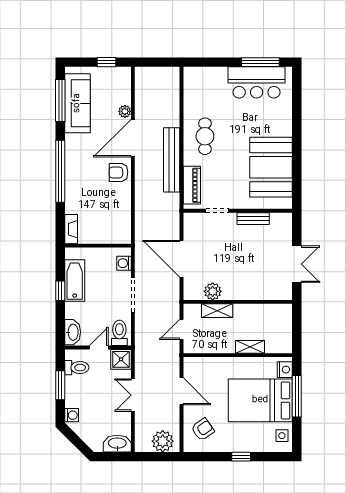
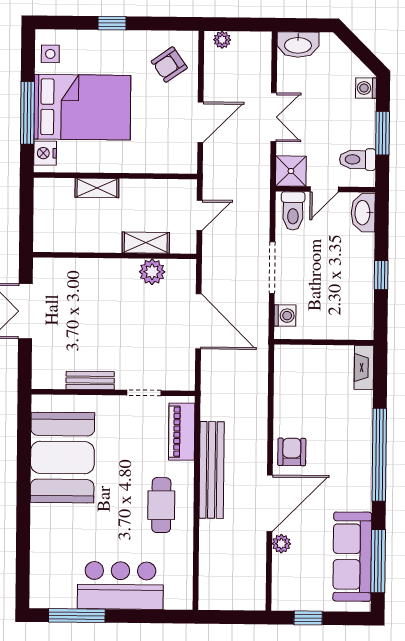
bar counter: (257, 82) -> (120, 585), moved
armchair: (118, 172) -> (292, 452), turned -90
bathtub: (75, 280) -> (359, 290), removed
door: (182, 391) -> (200, 122), swing flipped
plant: (163, 441) -> (222, 40), width x0.53, depth x0.53

